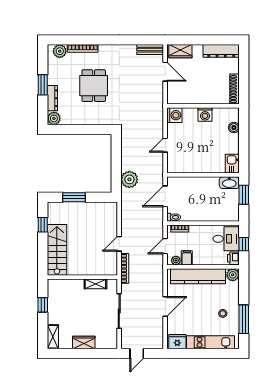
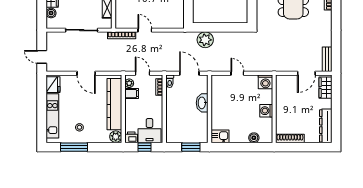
washbasin: (229, 183) -> (202, 103), moved
boiler: (101, 344) -> (51, 13), added
door: (137, 354) -> (42, 57), moved

